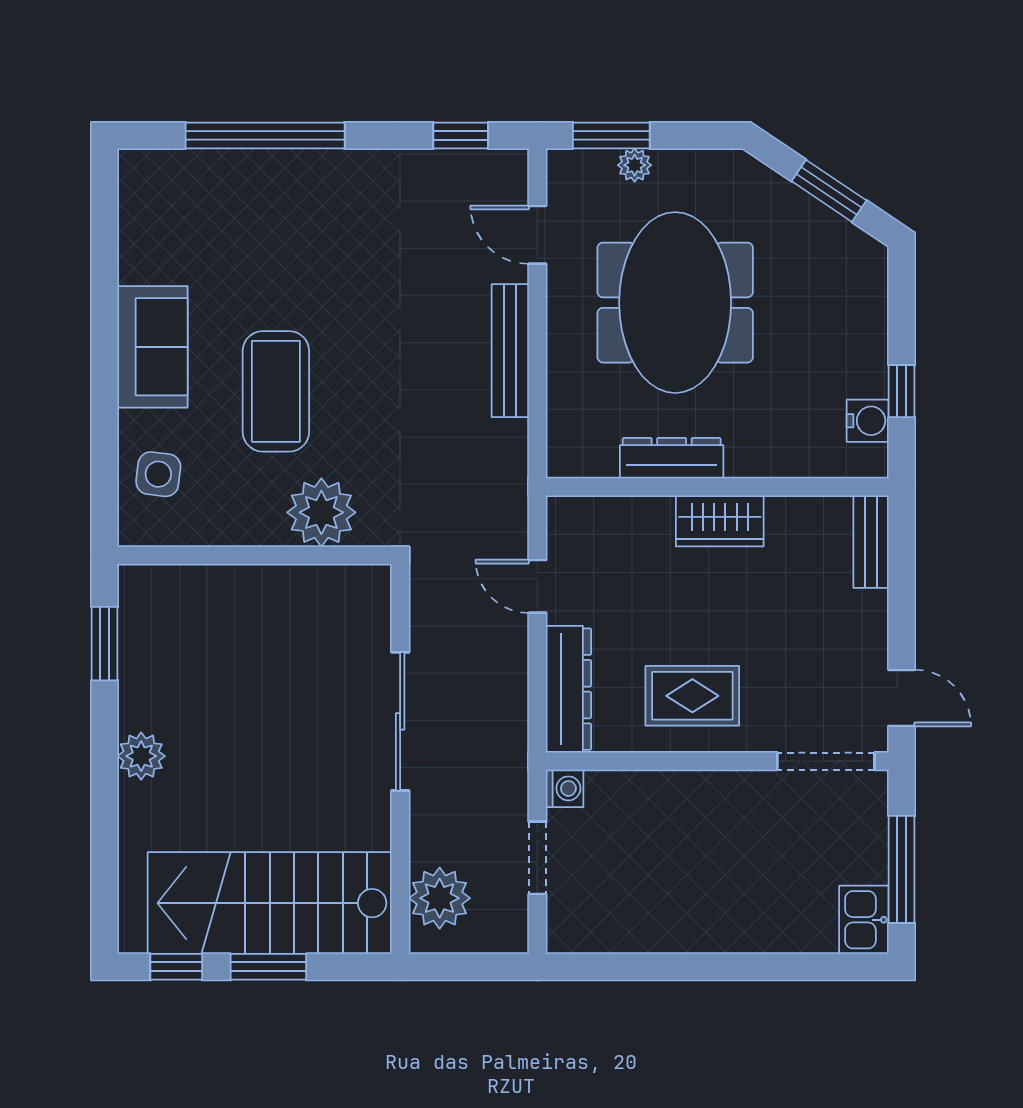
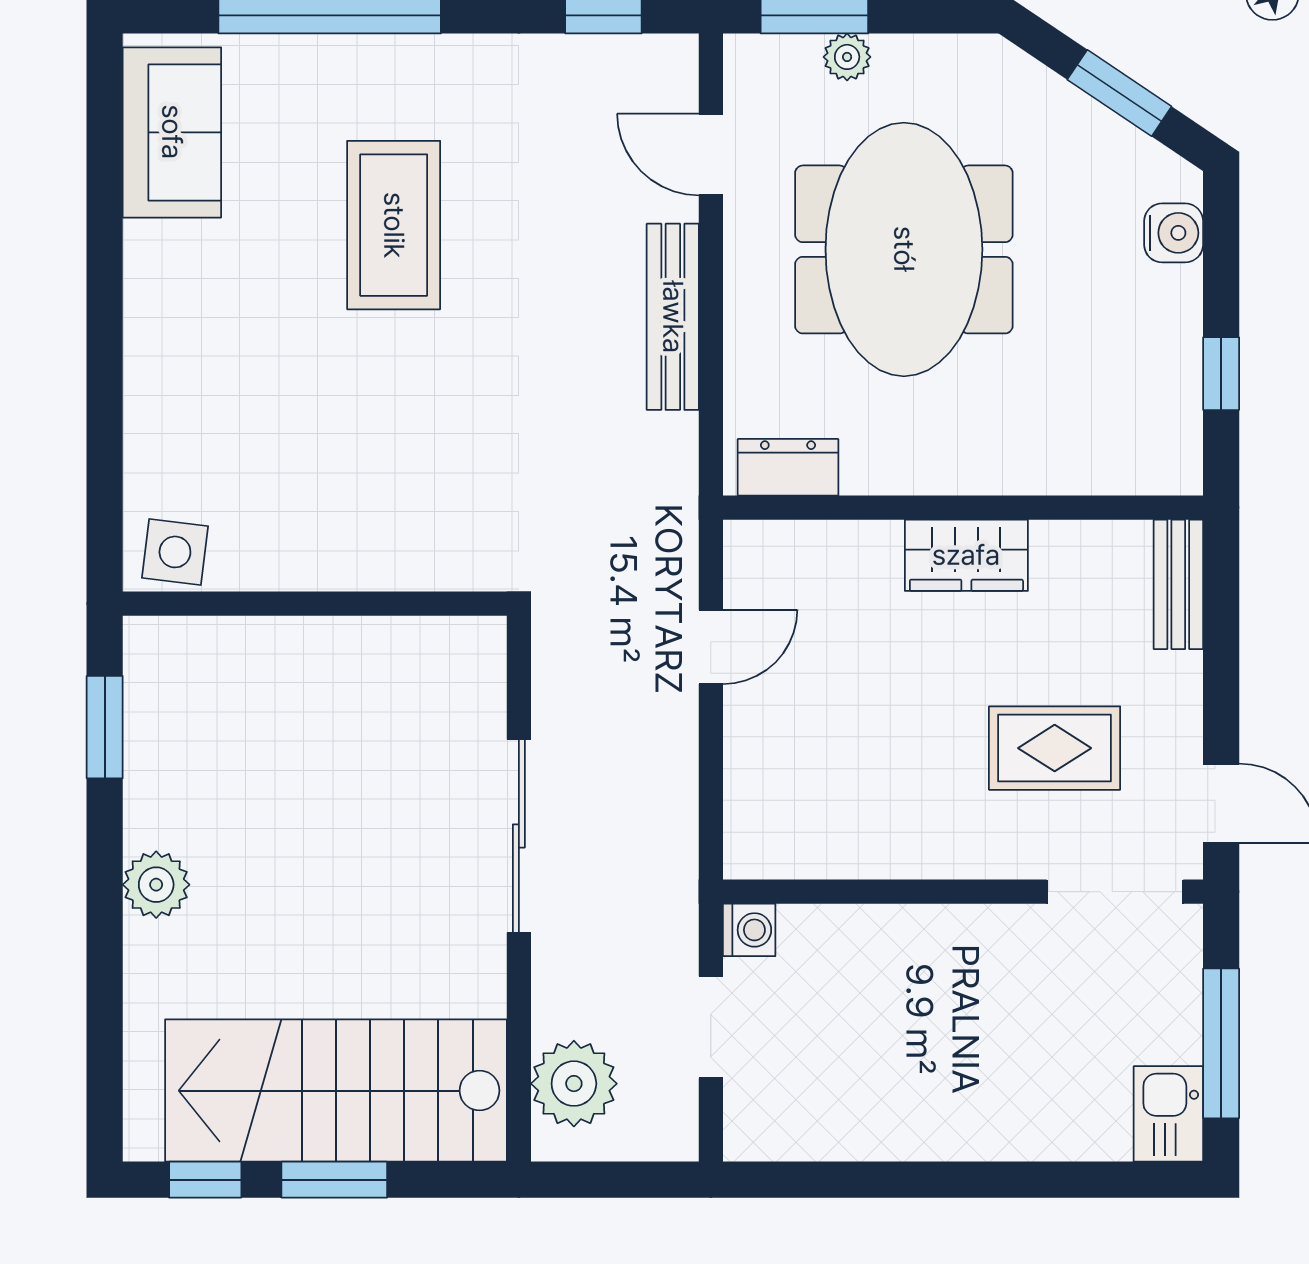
sofa: (153, 347) -> (172, 132), moved
coffee table: (276, 391) -> (394, 225), moved
water cooler: (868, 421) -> (1174, 233), moved
dresser: (672, 458) -> (788, 467), moved, width x0.70
side table: (158, 474) -> (175, 552), moved
plant: (321, 512) -> (408, 543), removed
door: (537, 586) -> (711, 647), swing flipped
dresser: (569, 689) -> (755, 791), removed
rug: (692, 696) -> (1055, 748), moved

